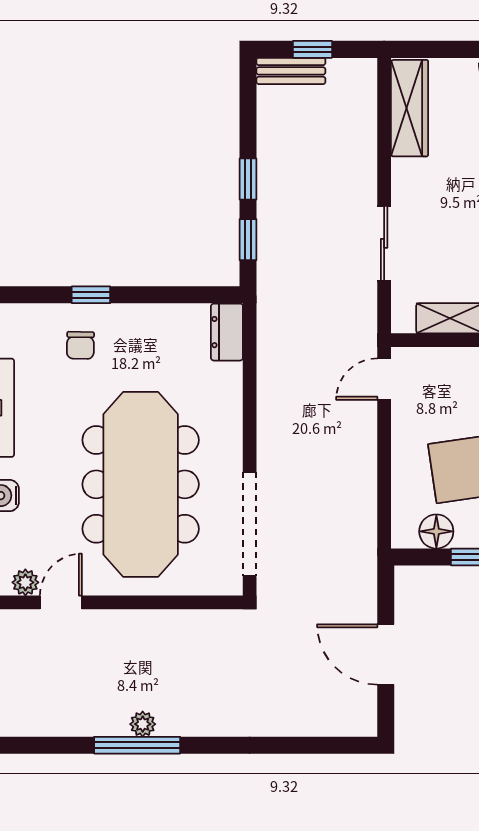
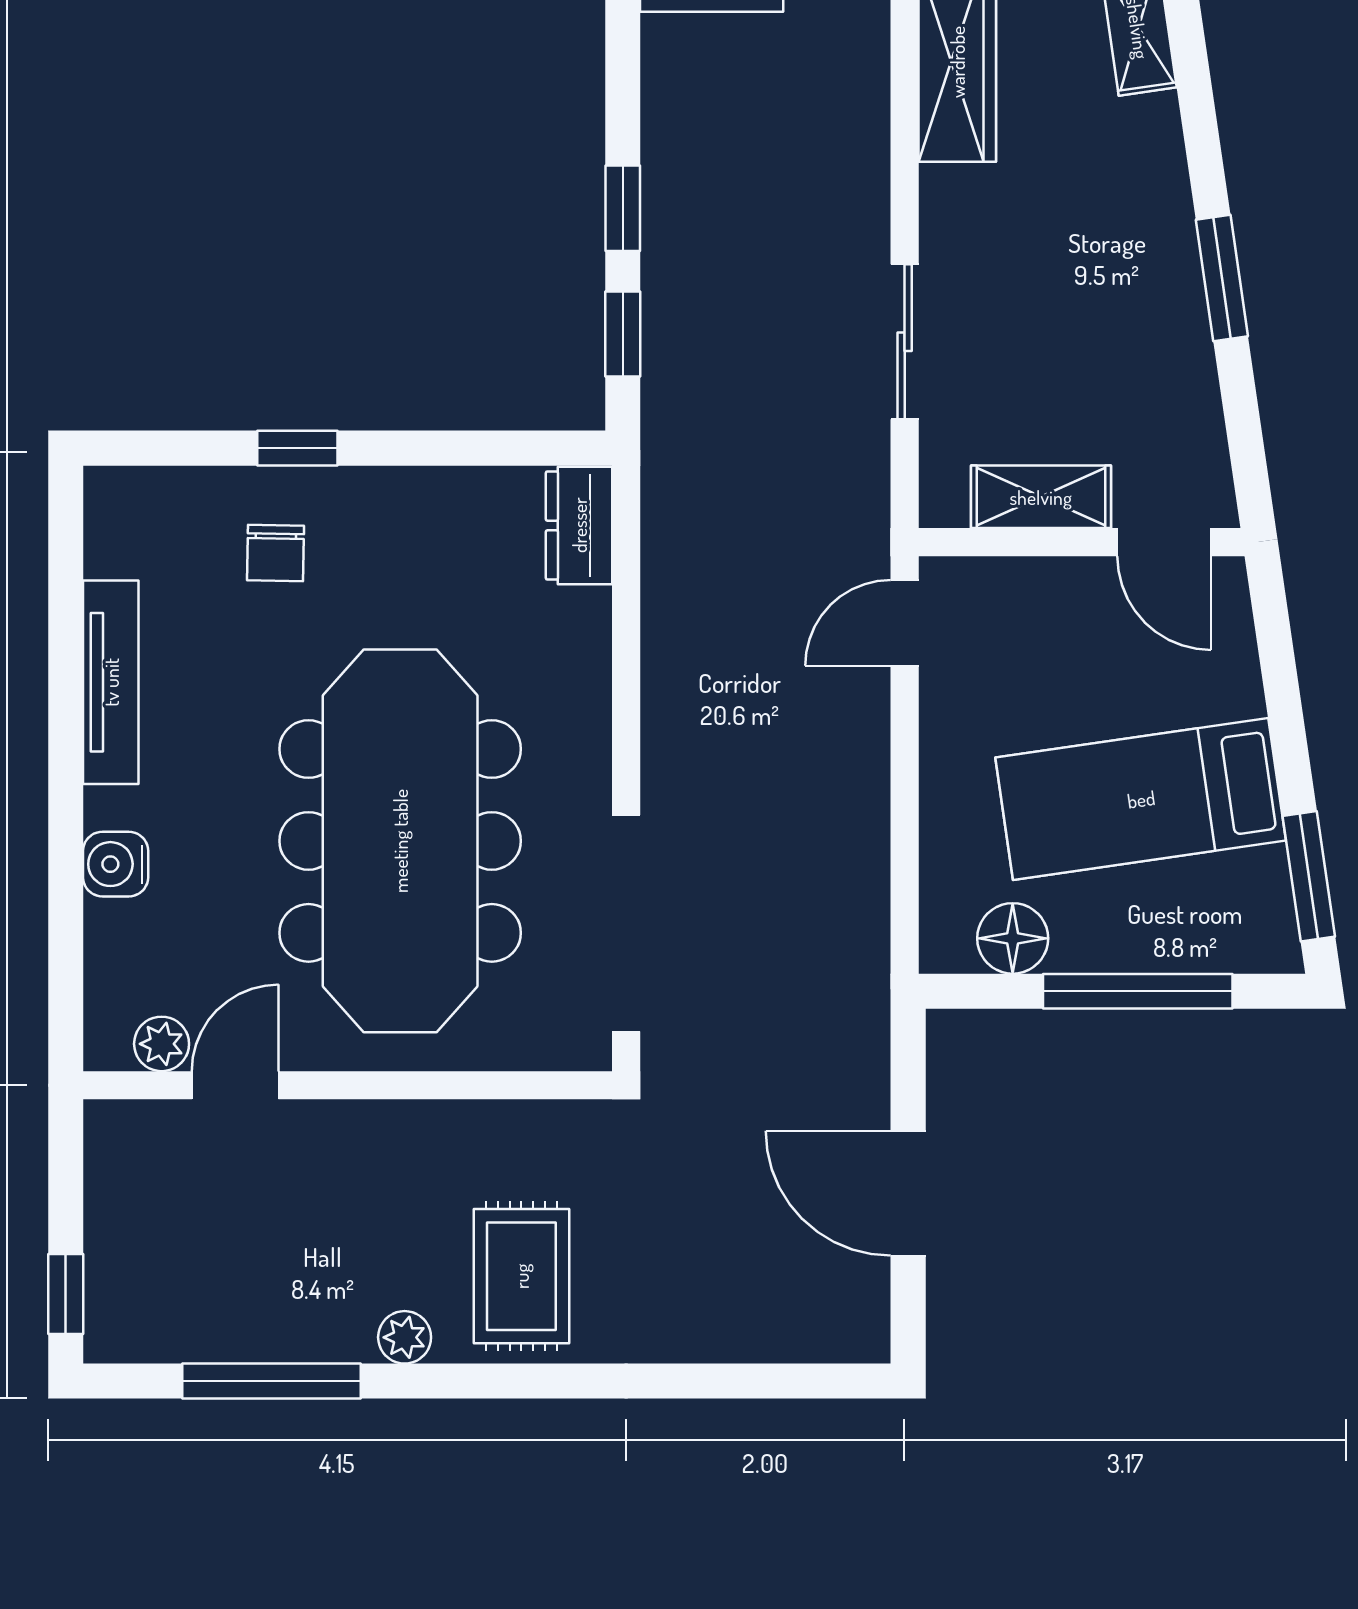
rug: (199, 695) -> (521, 1276), added
window: (137, 745) -> (271, 1381), moved

